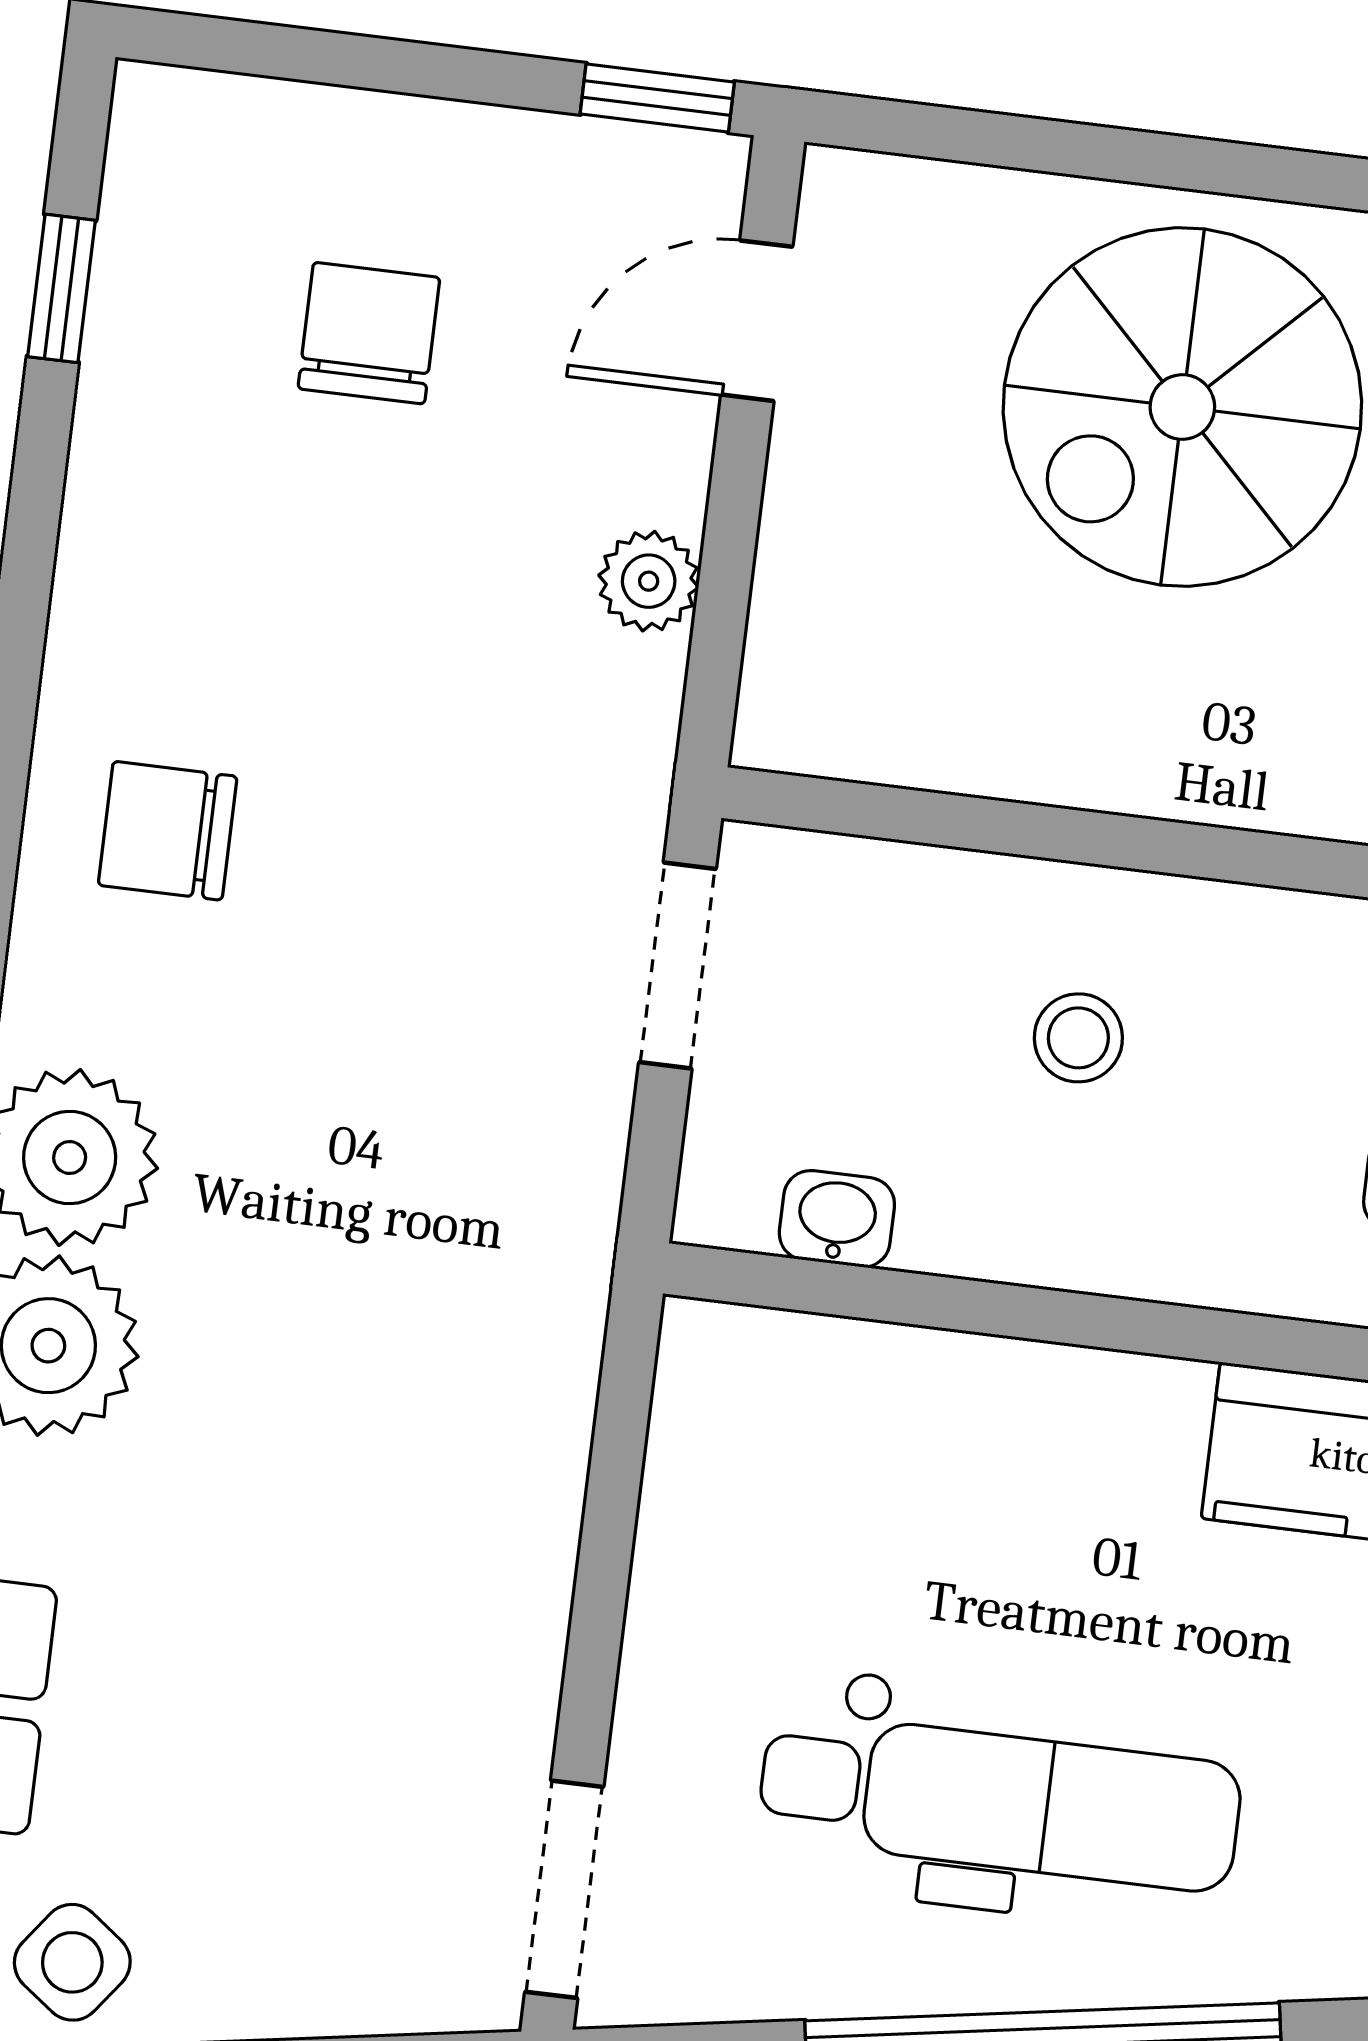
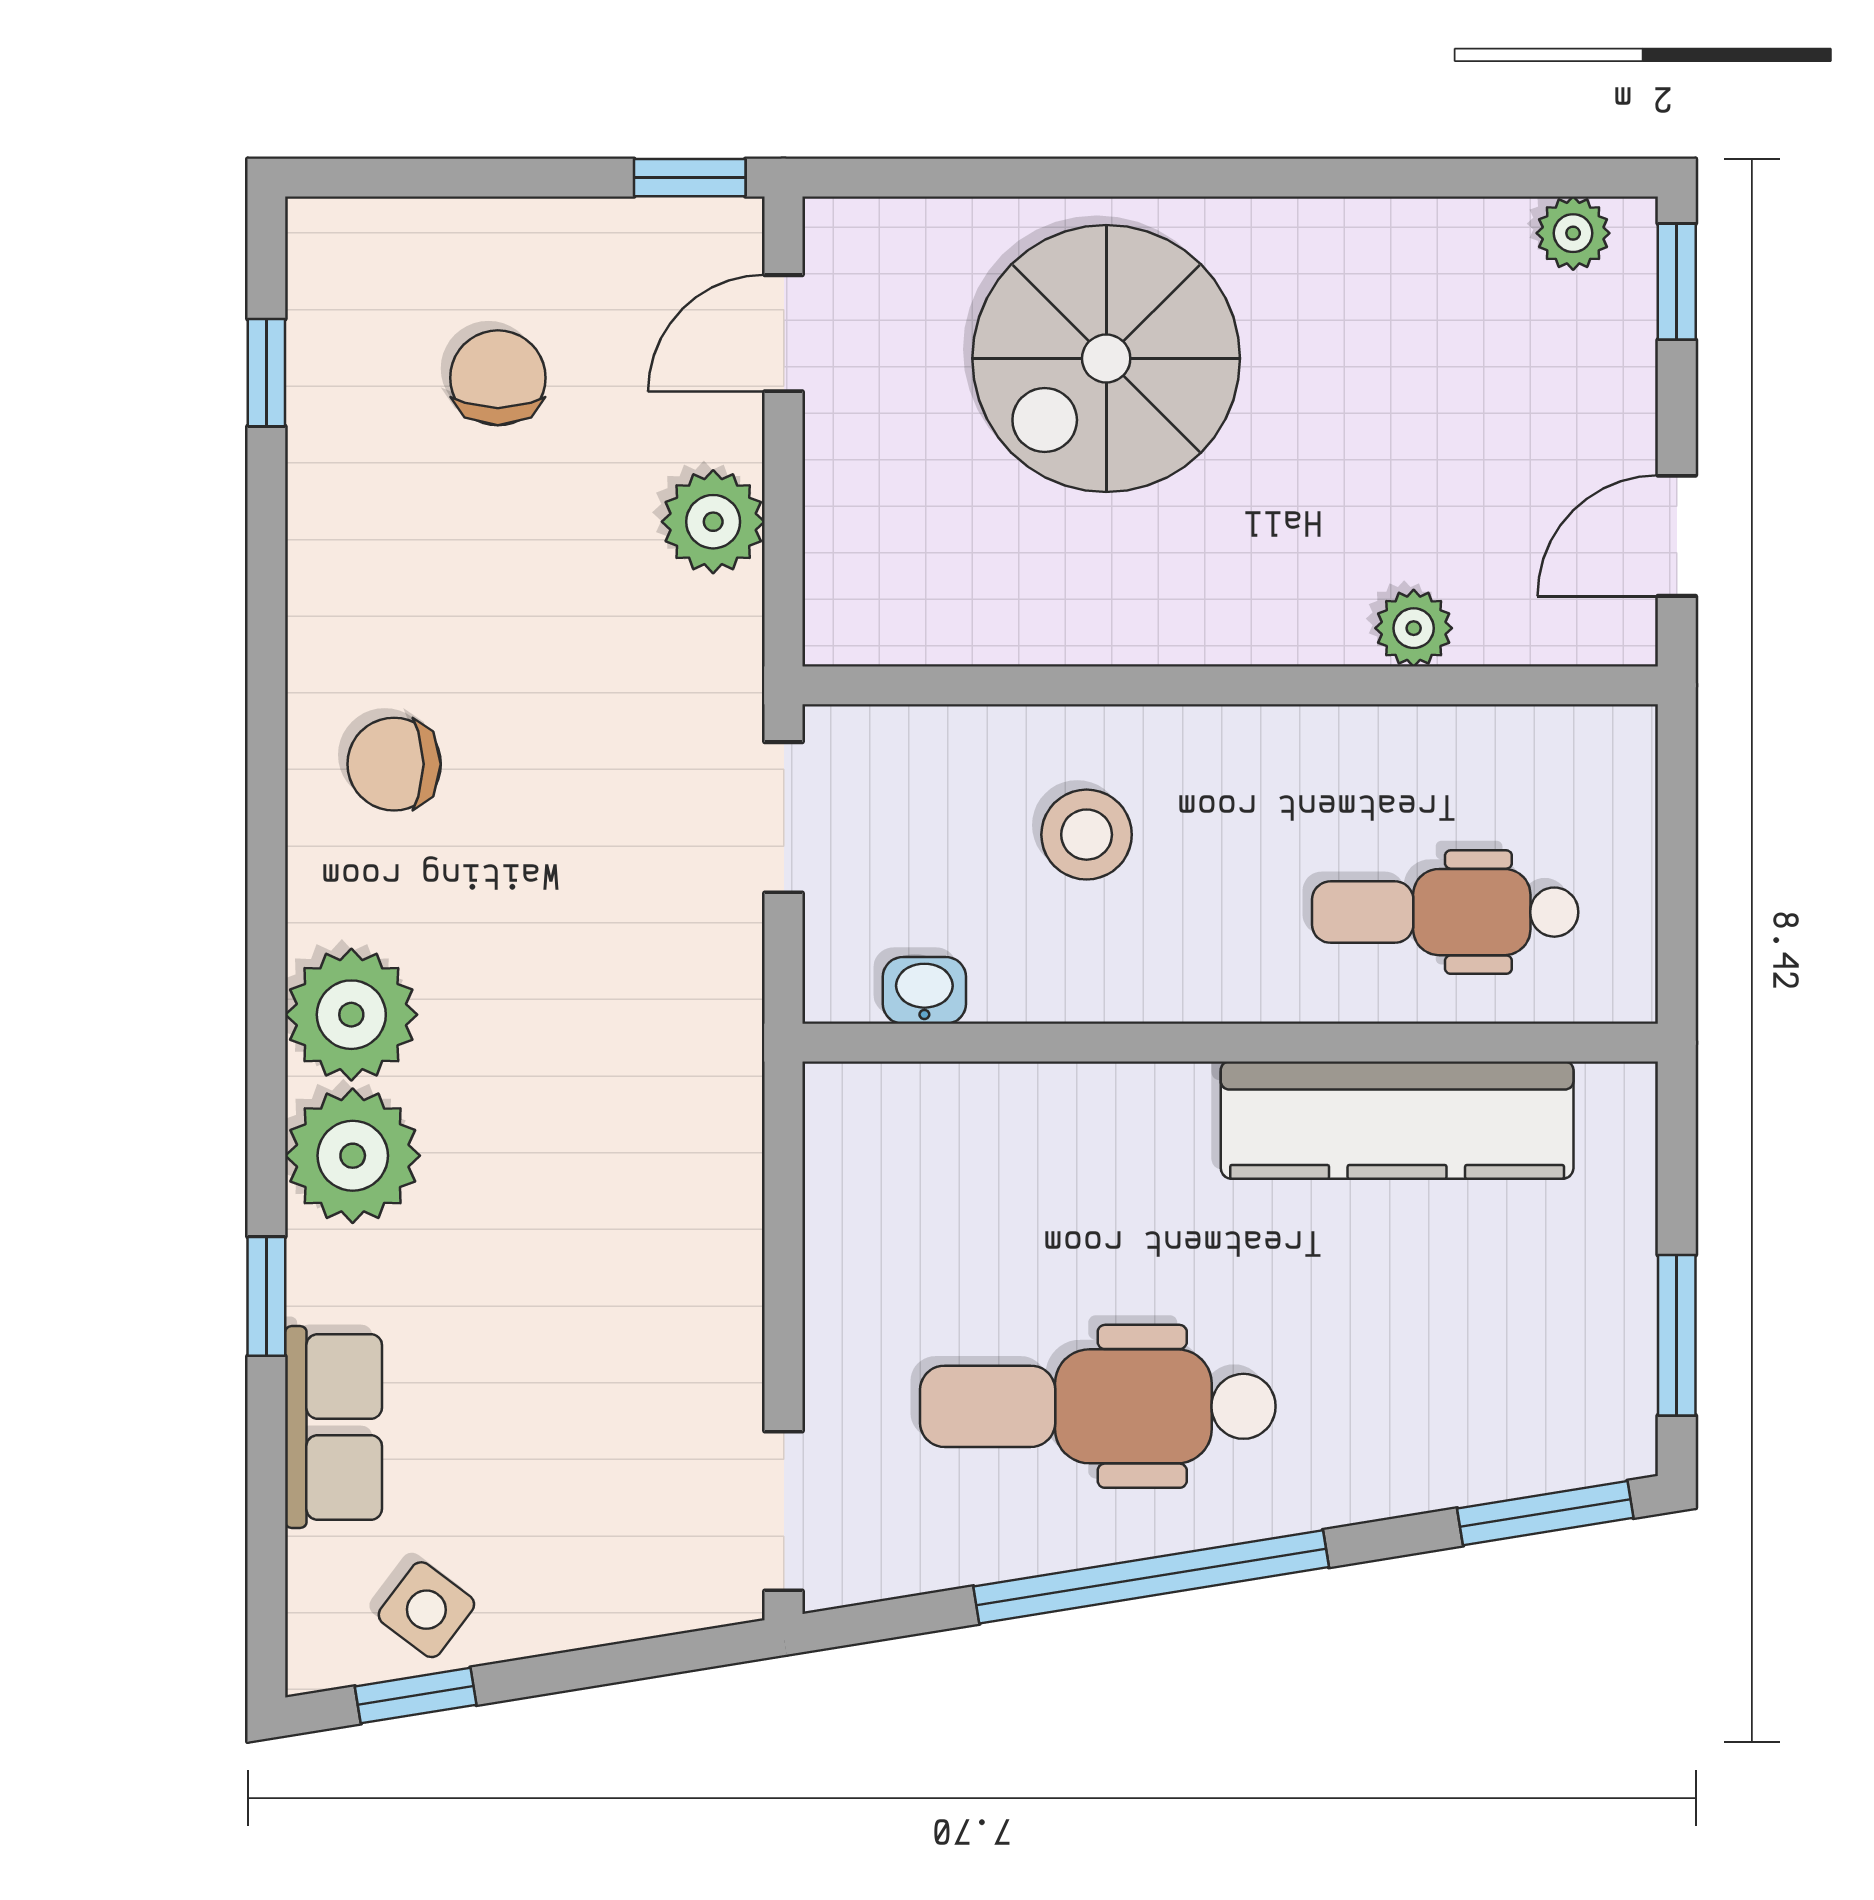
plant: (649, 581) -> (713, 522), width x1.38, depth x1.38
stool: (1078, 1038) -> (1087, 835), width x1.37, depth x1.37
dental chair: (1000, 1801) -> (1098, 1406), turned 180

